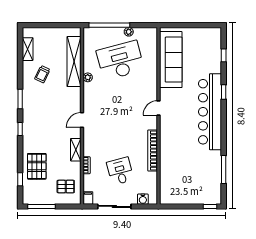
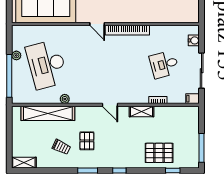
shelving: (28, 49) -> (24, 163), moved
bookcase: (153, 150) -> (127, 30), moved
pallet: (66, 187) -> (87, 141), moved

